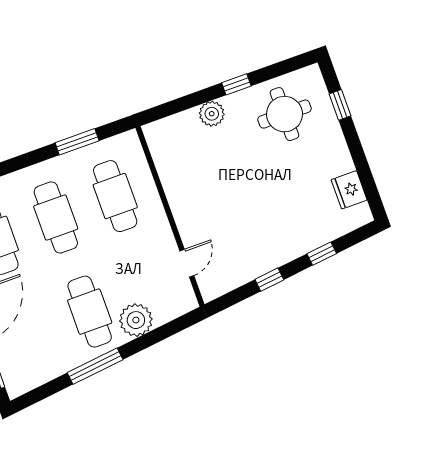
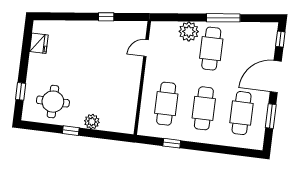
window: (77, 142) -> (172, 143), width x0.67
window: (322, 254) -> (71, 17), removed

